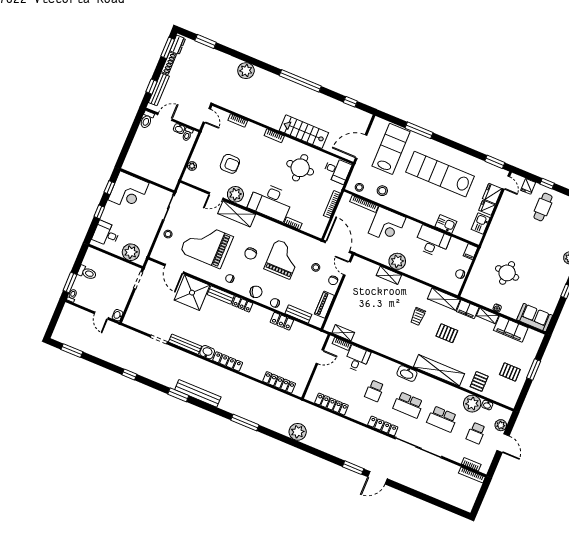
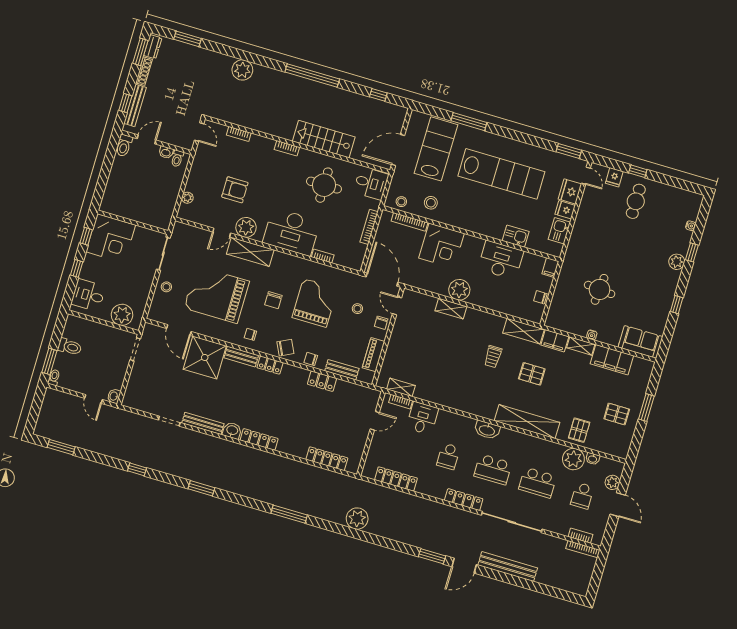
lab bench: (440, 174) -> (501, 174), turned 180
bench: (198, 393) -> (508, 567), moved

